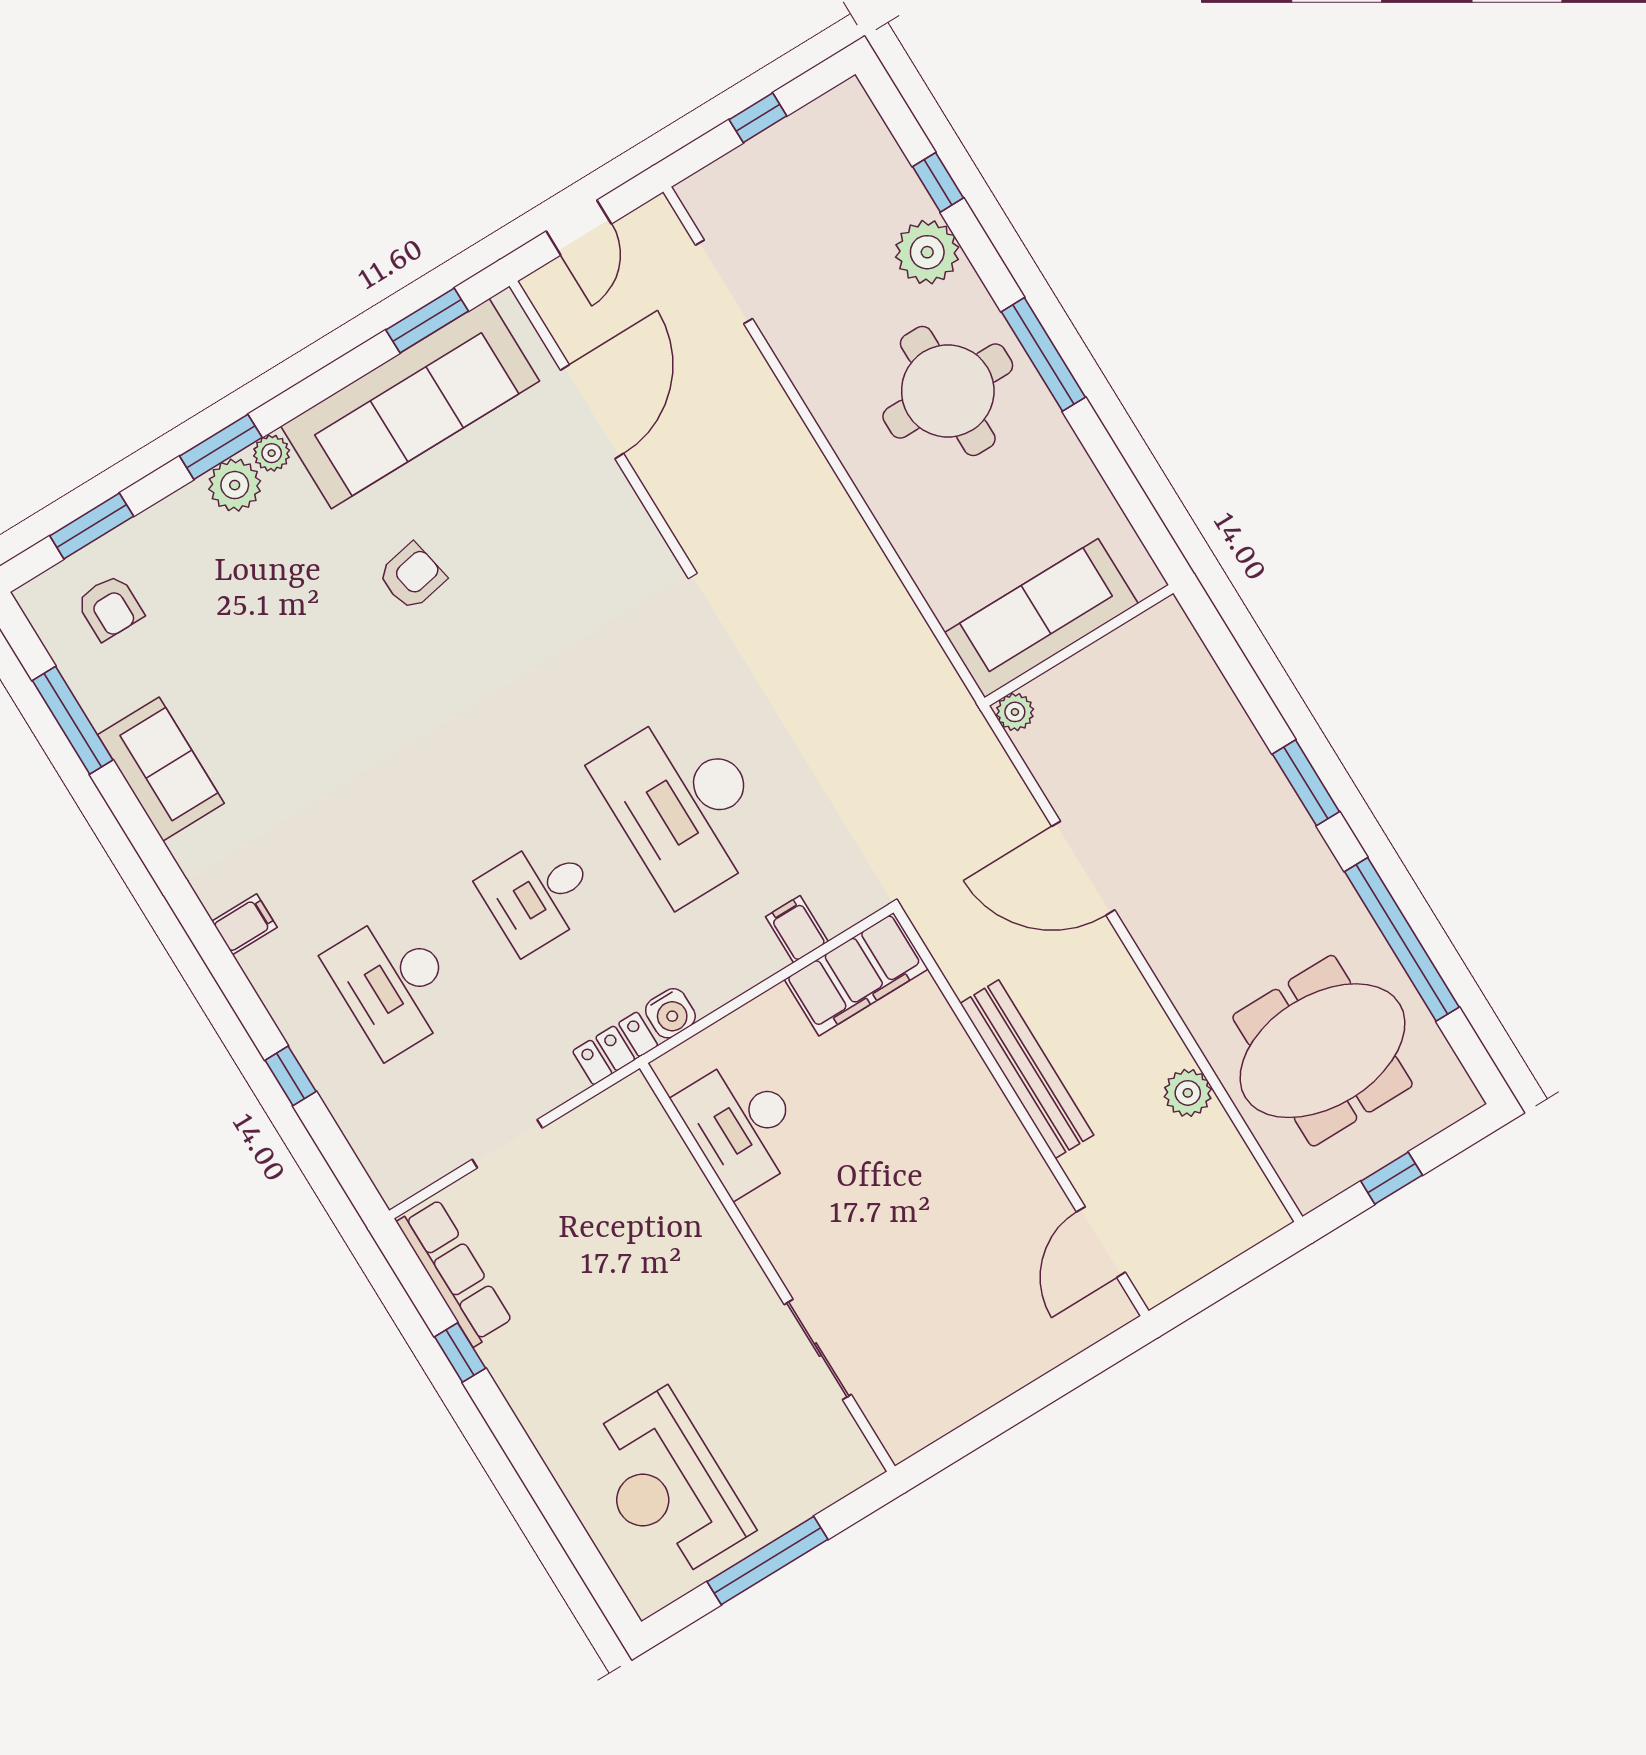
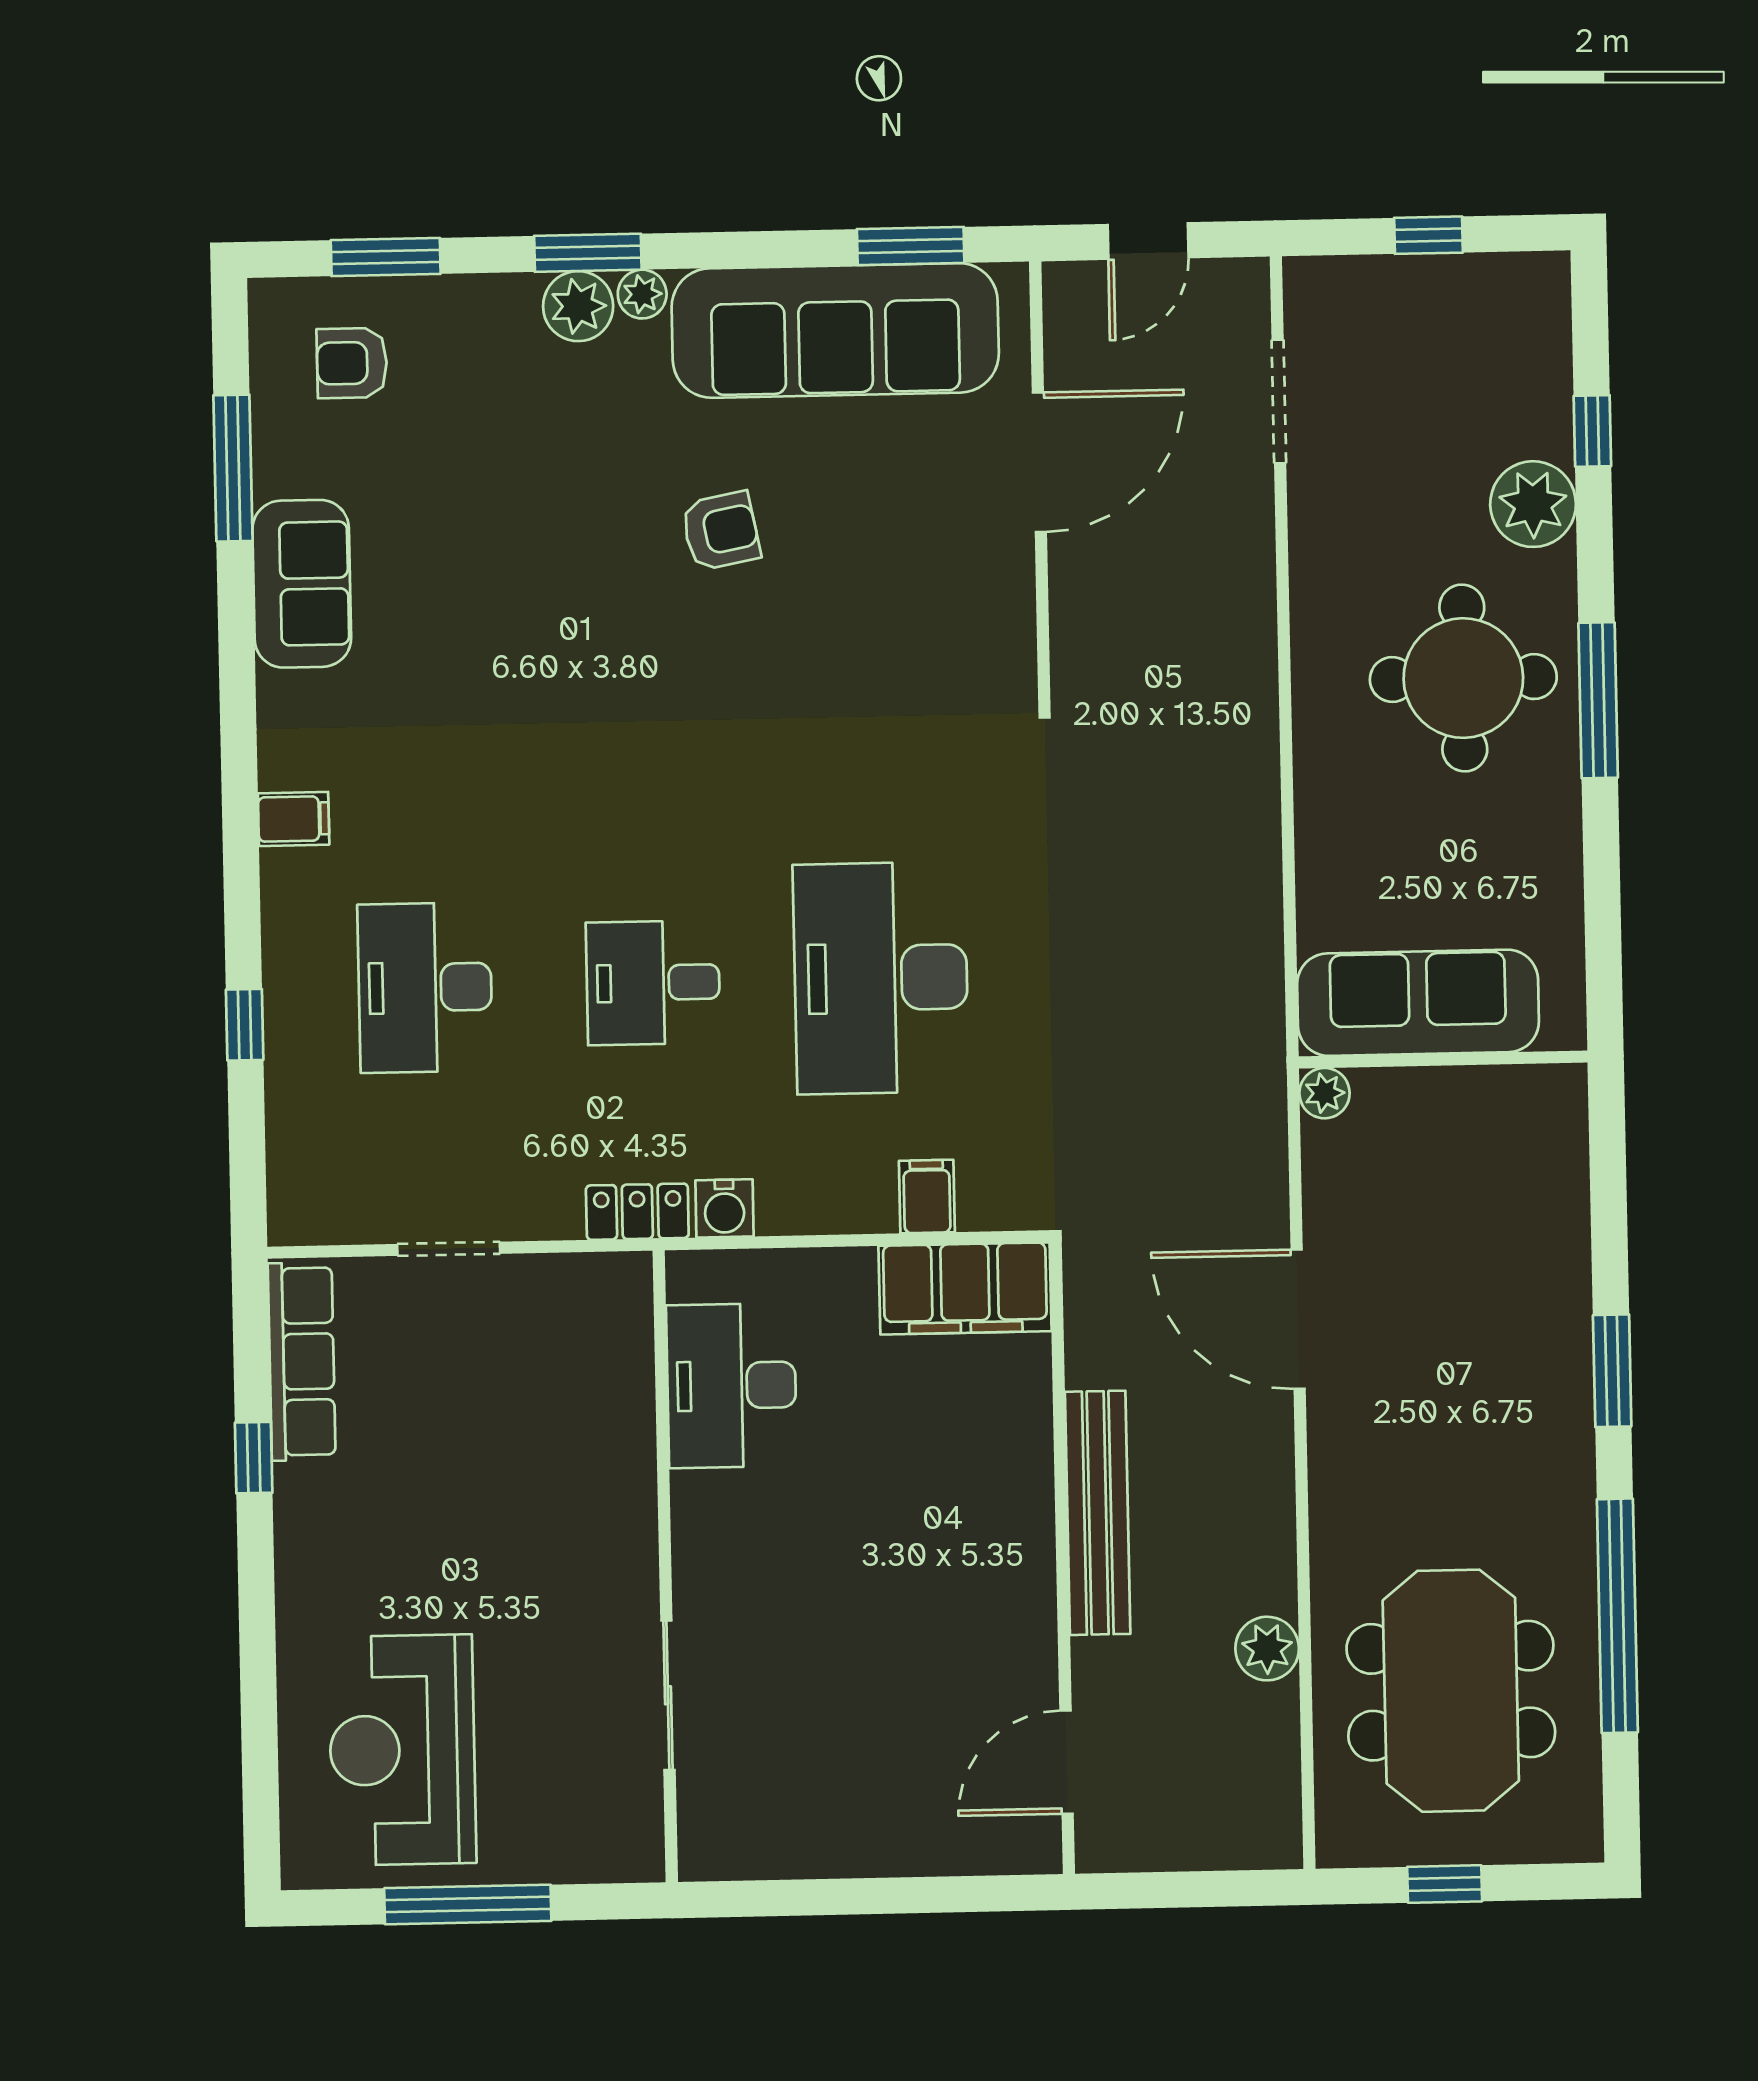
armchair: (110, 607) -> (352, 363), turned 90
meeting table: (1323, 1051) -> (1451, 1691), turned 90

